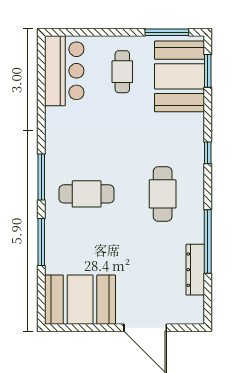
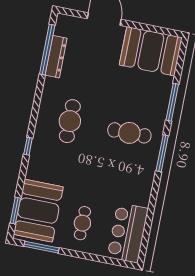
window: (208, 242) -> (47, 50), moved

